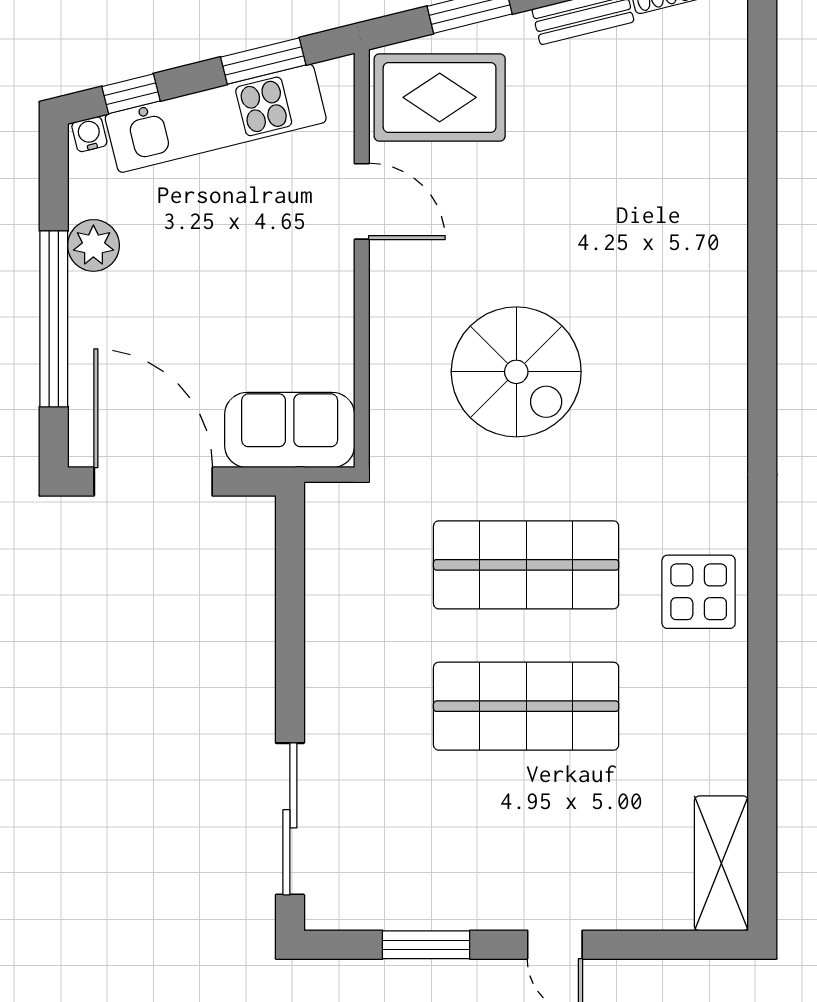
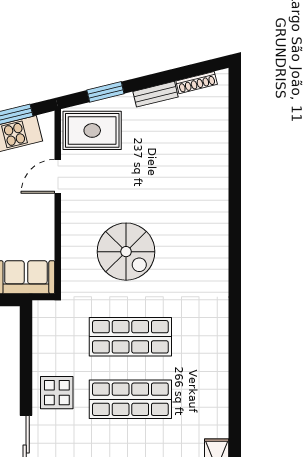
door: (362, 201) -> (58, 176), swing flipped
display table: (699, 592) -> (57, 393), moved

